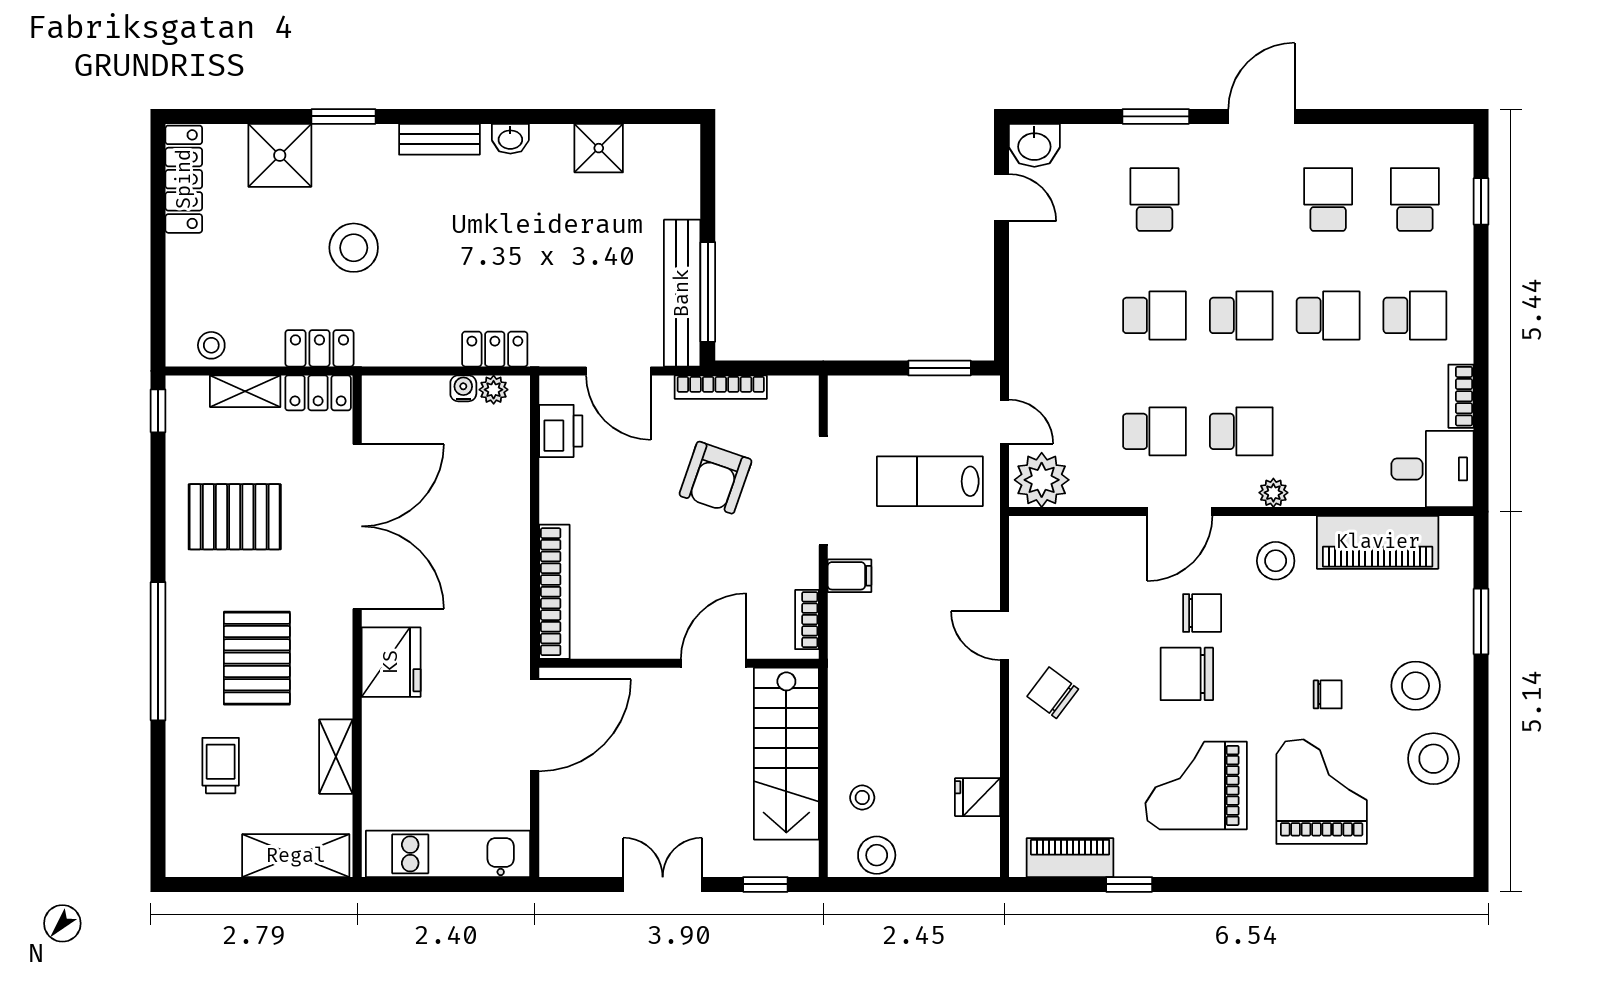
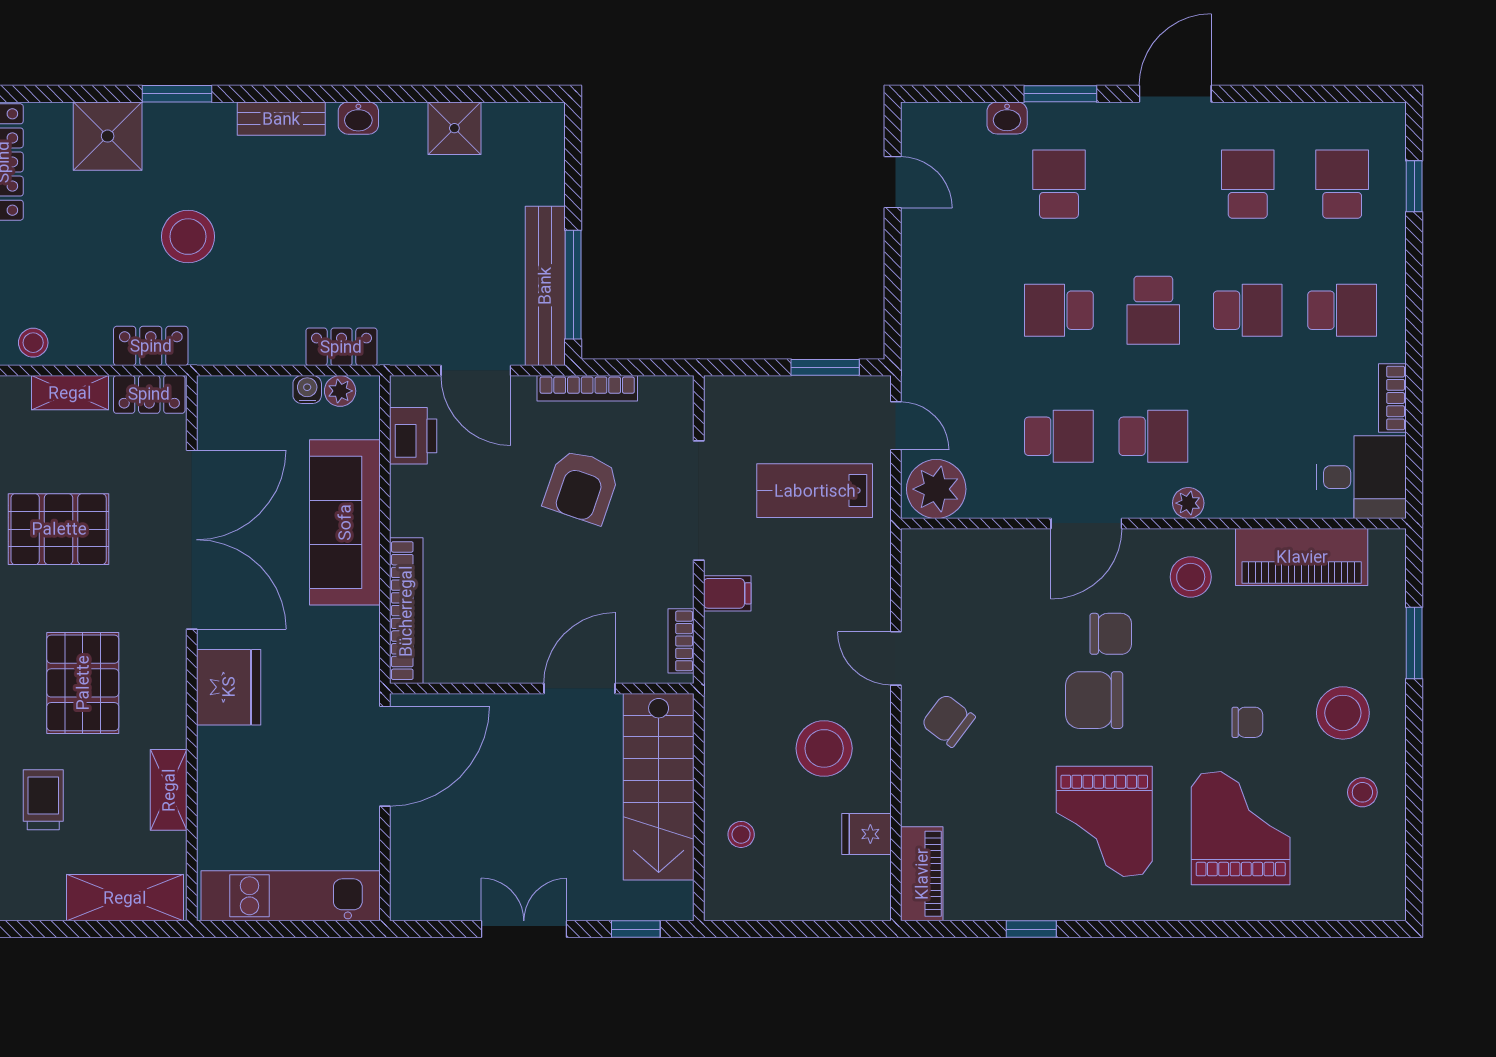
washbasin: (1034, 145) -> (1007, 118), moved, width x0.72, depth x0.69
school desk: (1154, 315) -> (1059, 310), turned 180
school desk: (1241, 315) -> (1153, 310), turned 90
sofa: (498, 511) -> (345, 522), added
stool: (1434, 759) -> (1362, 792), width x0.53, depth x0.53
grand piano: (1196, 785) -> (1104, 821), turned -90
stool: (877, 855) -> (824, 748), moved, width x1.38, depth x1.38
piano: (1070, 858) -> (922, 874), moved, turned 90

